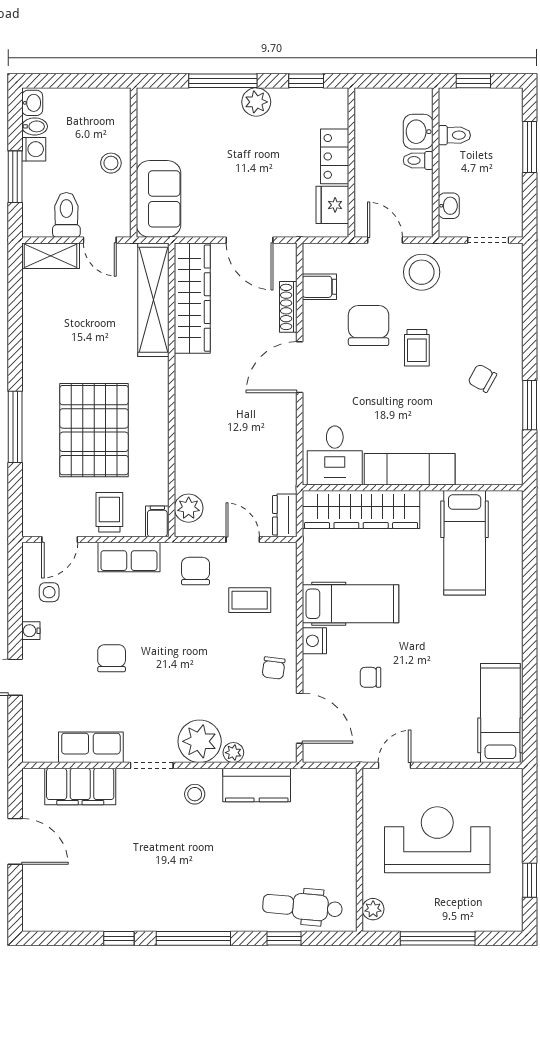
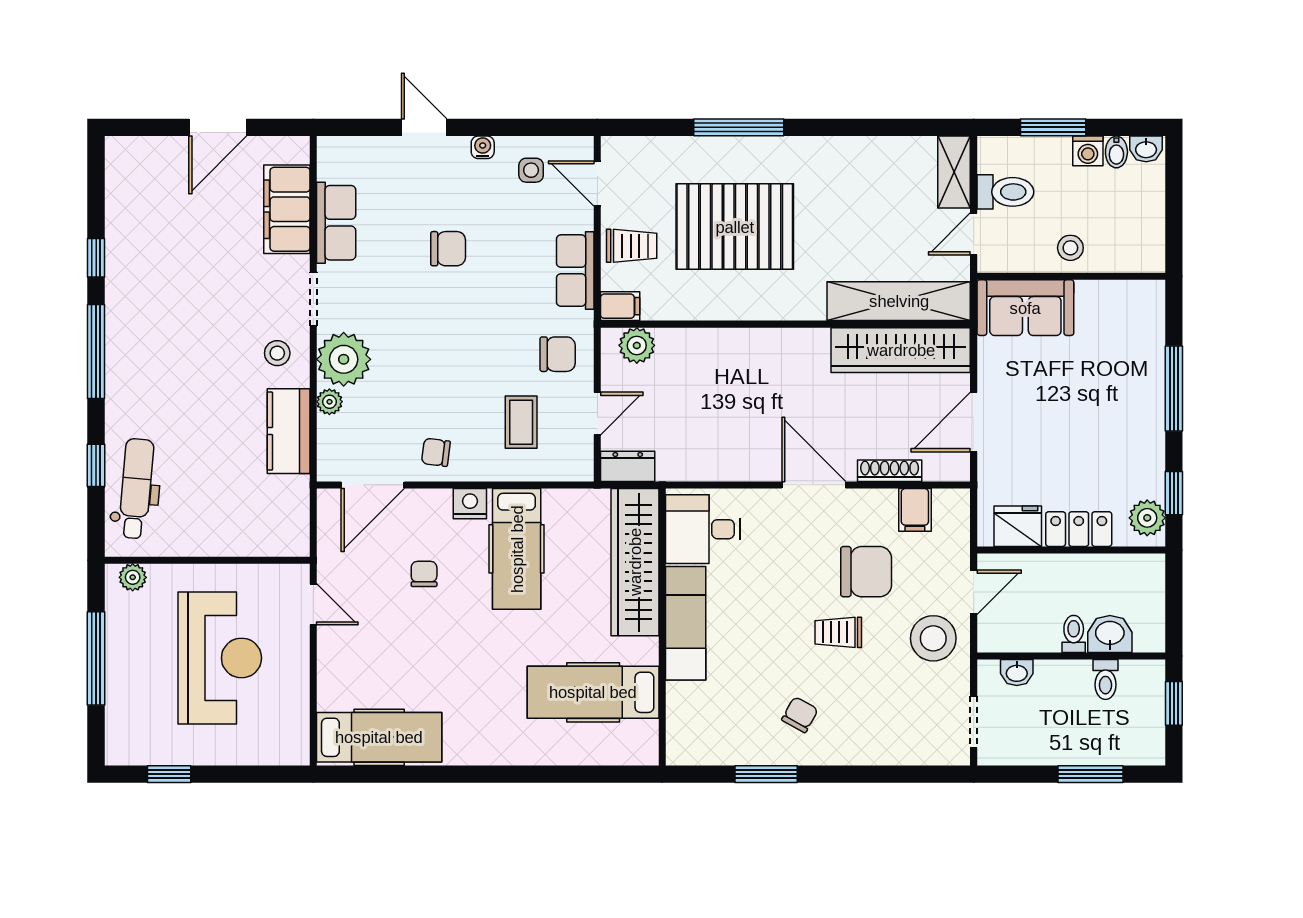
plant: (256, 102) -> (1147, 518), moved

